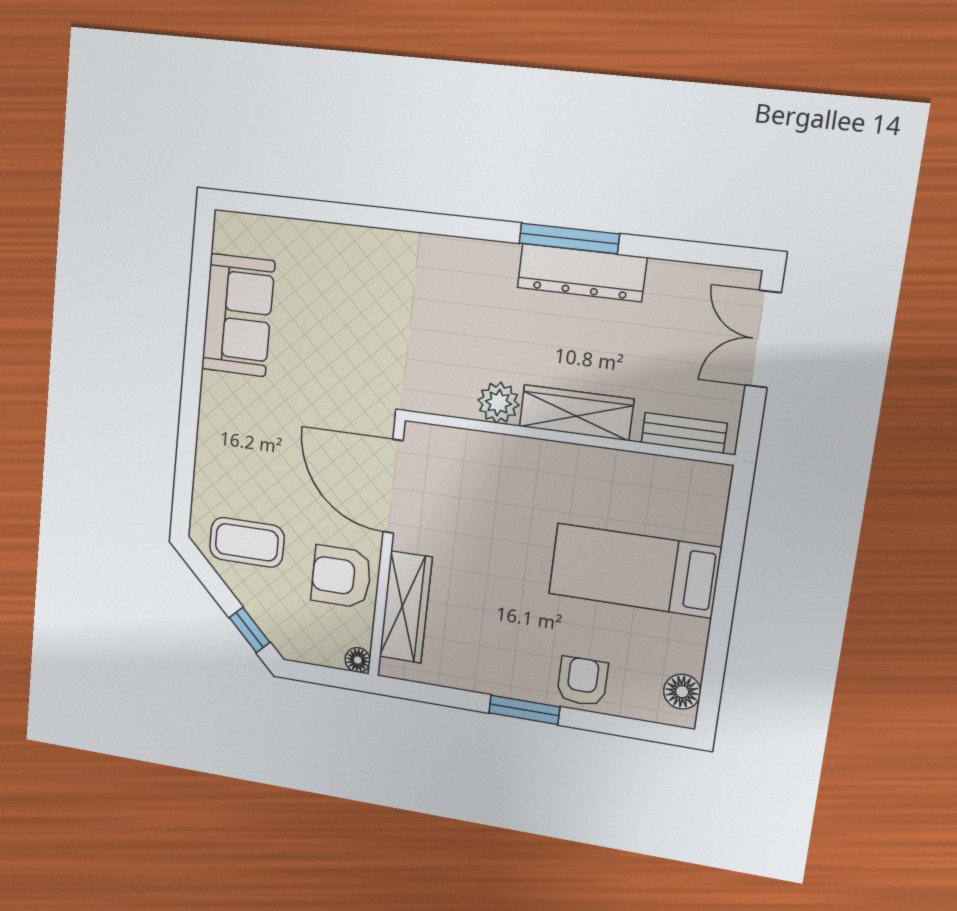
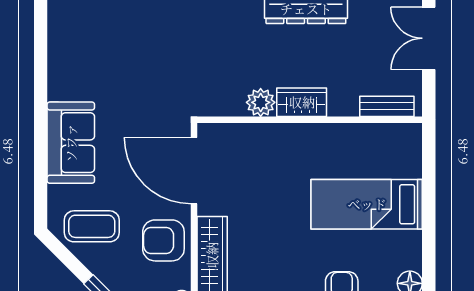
sofa: (238, 315) -> (71, 143), moved
wardrobe: (576, 413) -> (302, 102), width x0.67

